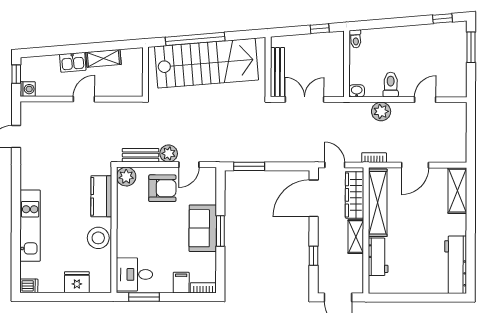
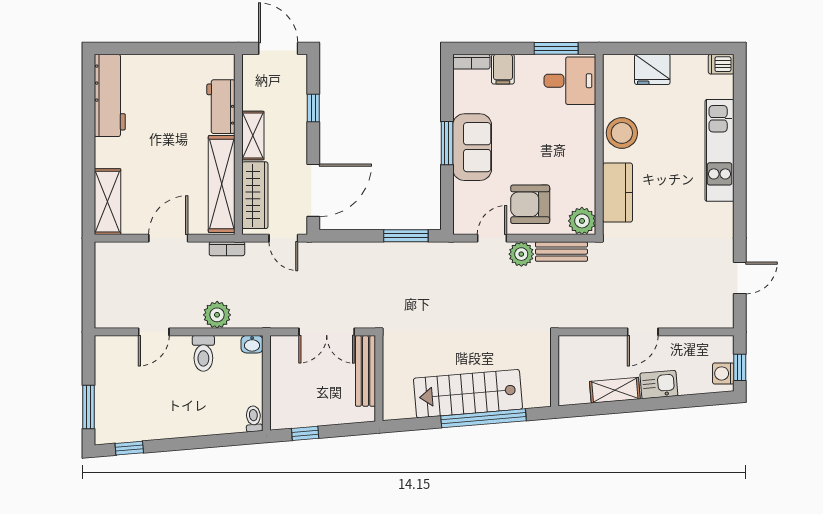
stairs: (207, 63) -> (468, 394), width x0.73, depth x0.66
washing machine: (28, 89) -> (723, 373), moved

